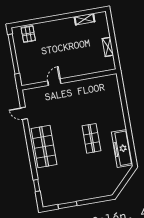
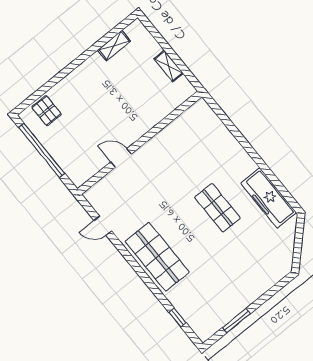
door: (54, 82) -> (121, 158), hinge flipped

